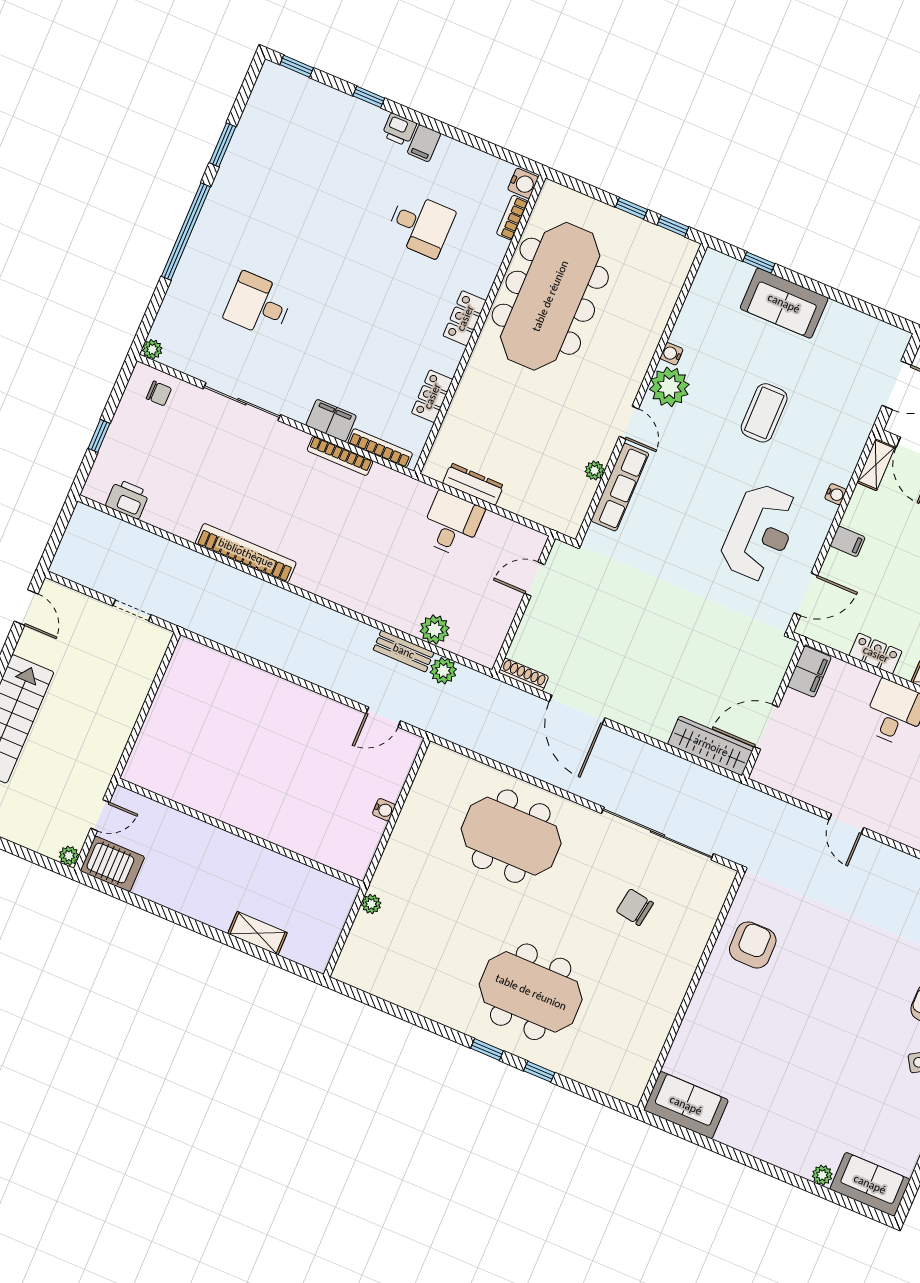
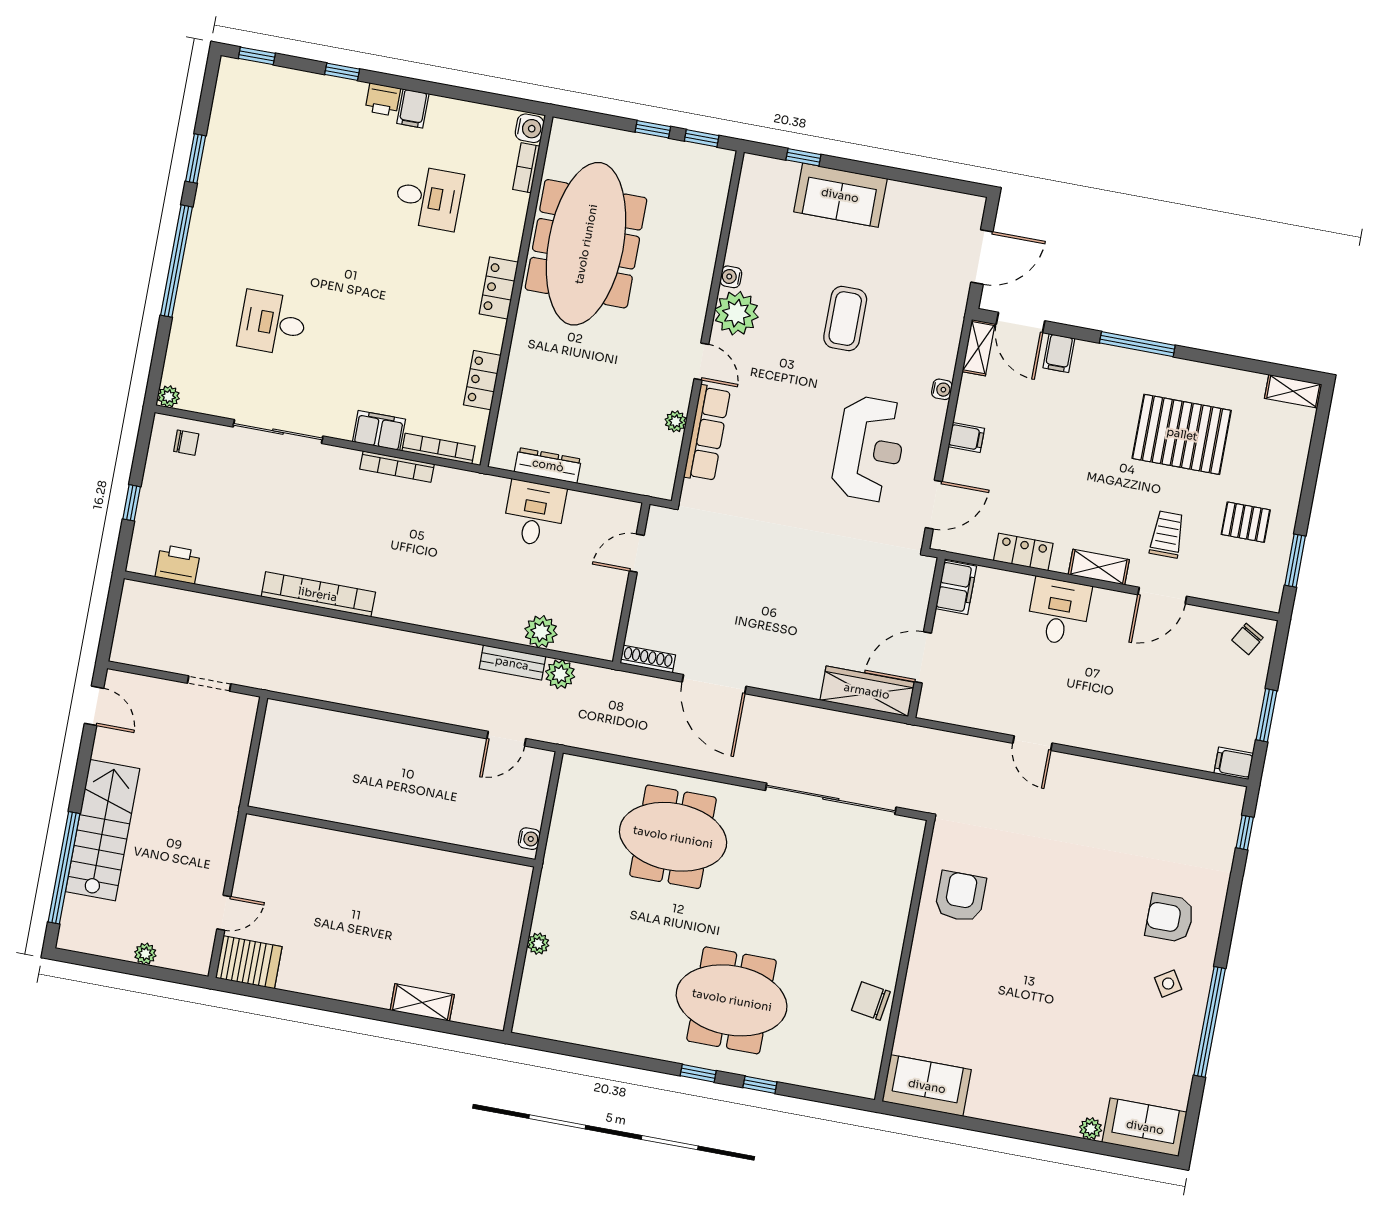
wall: (240, 833) -> (391, 836), moved
plant: (69, 856) -> (145, 954), moved
chair: (635, 907) -> (871, 1001), moved

